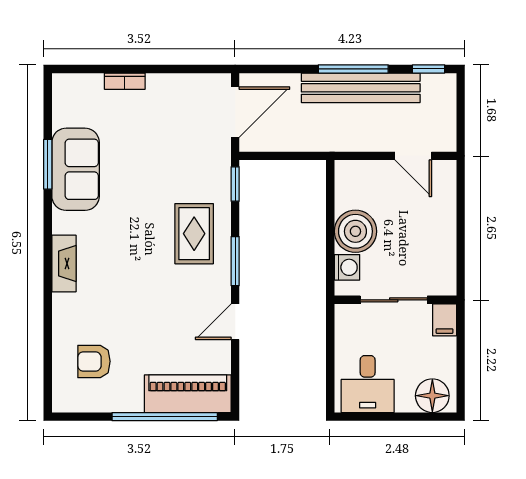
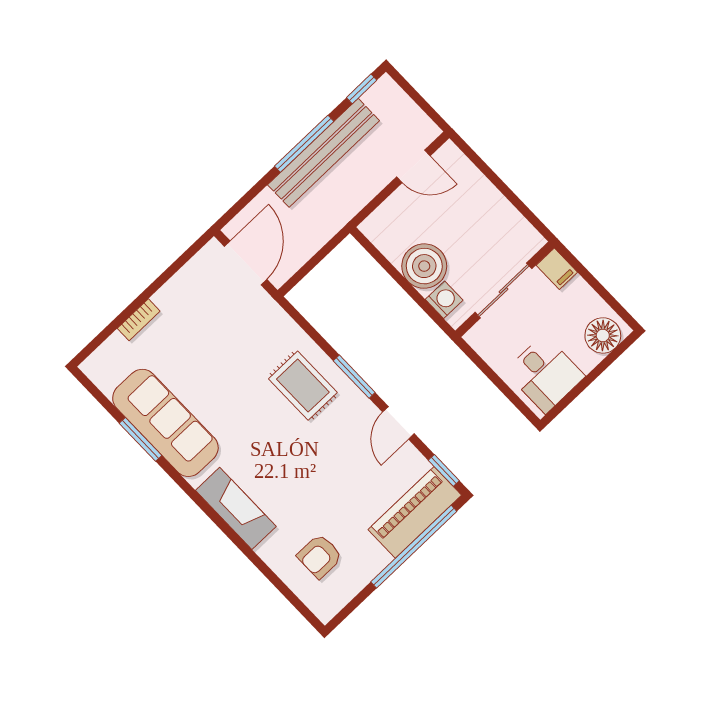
sofa: (76, 169) -> (165, 423), width x1.36
window: (235, 184) -> (444, 470), moved
fireplace: (64, 263) -> (236, 508), width x1.37, depth x1.32

